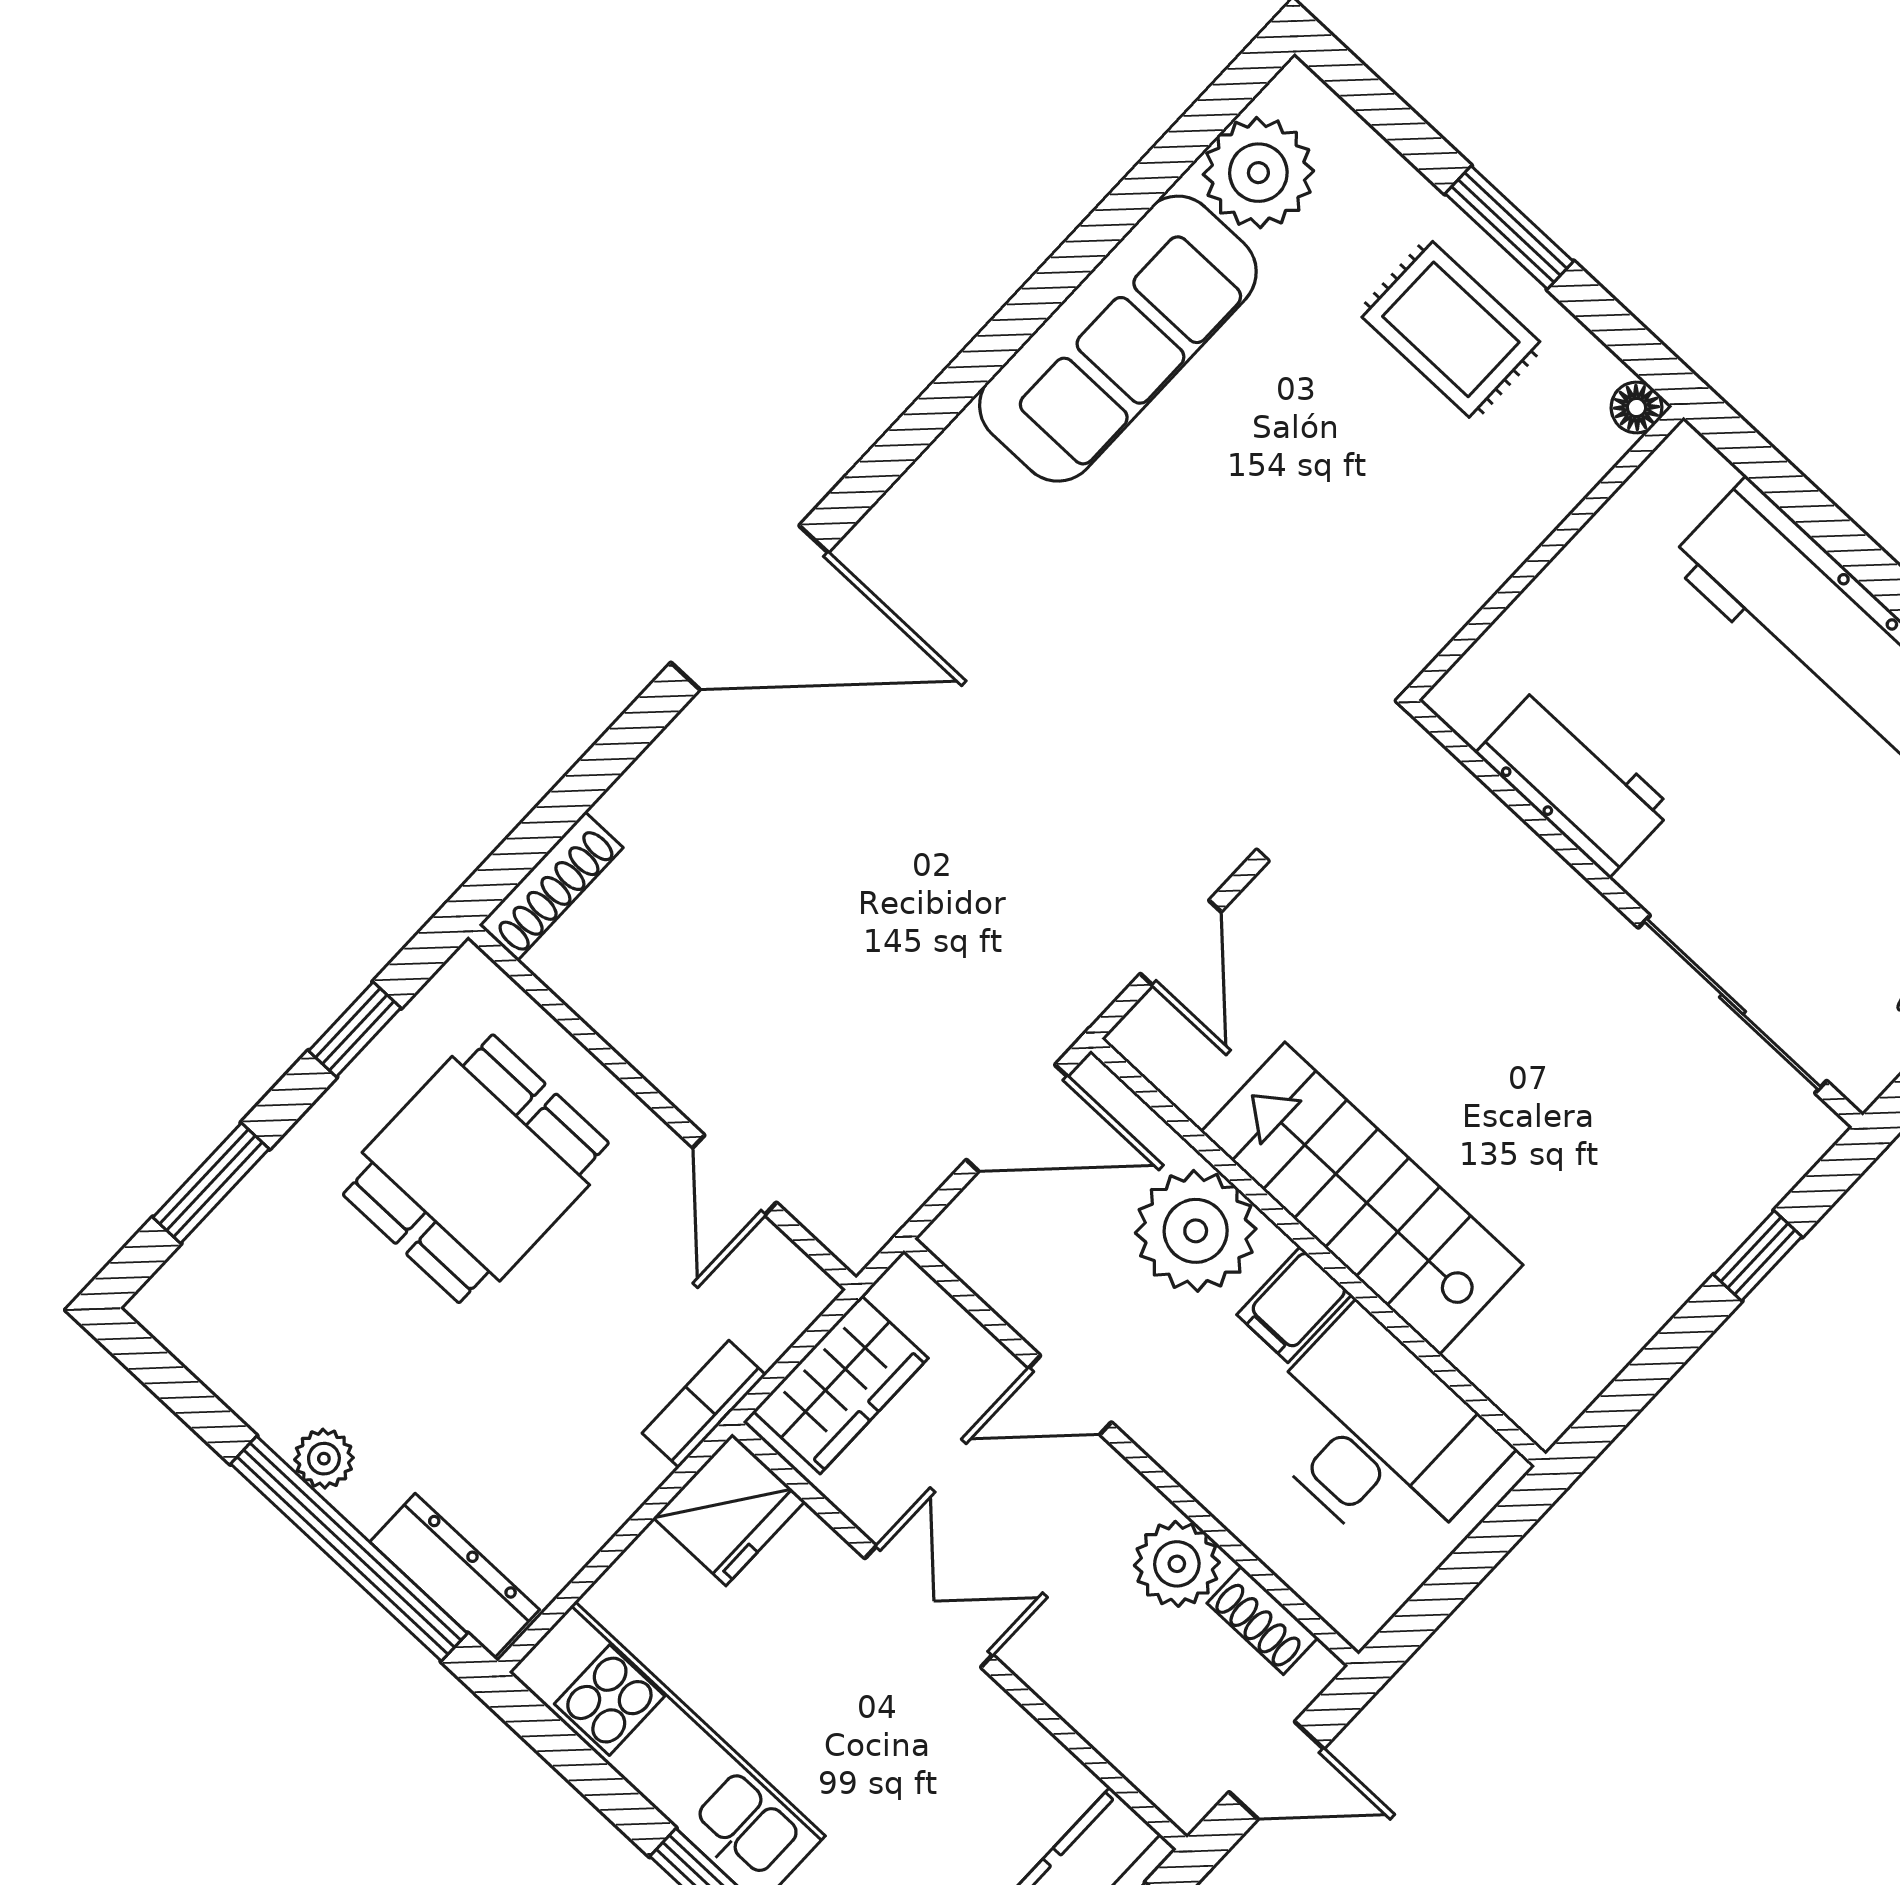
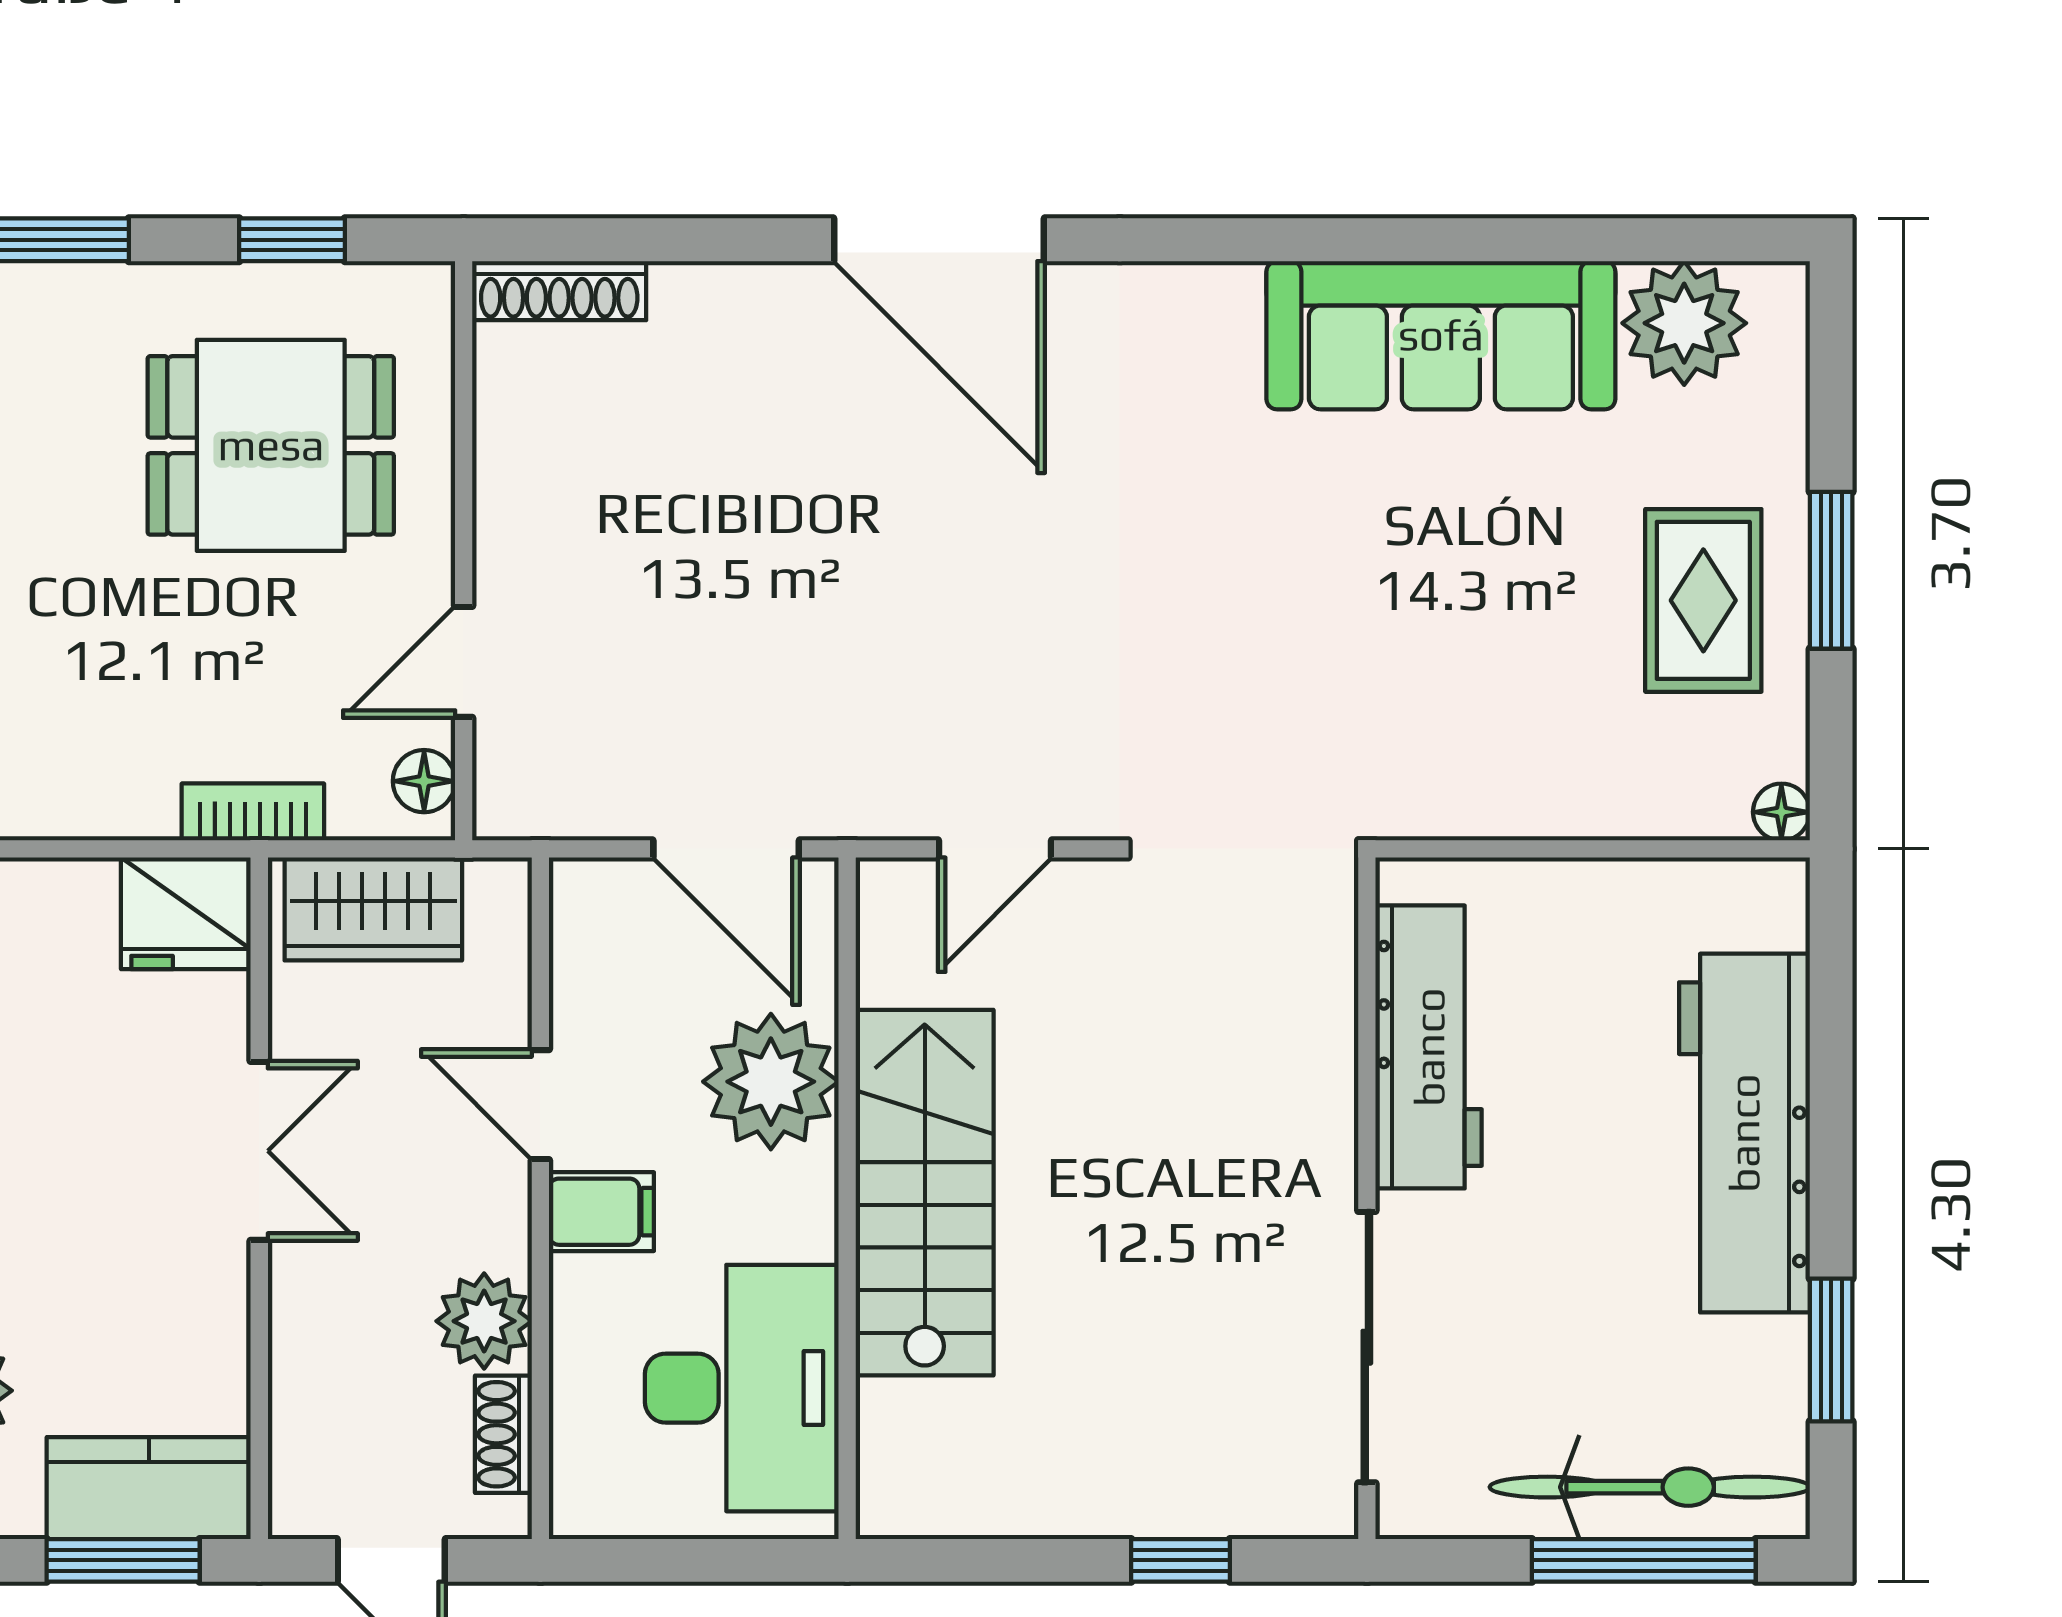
workbench: (1574, 781) -> (1429, 1047), width x1.37
floor lamp: (788, 1274) -> (424, 781), added
filing cabinet: (1294, 1304) -> (601, 1212), moved, turned 180

